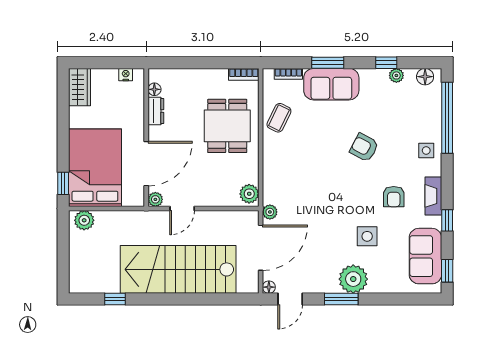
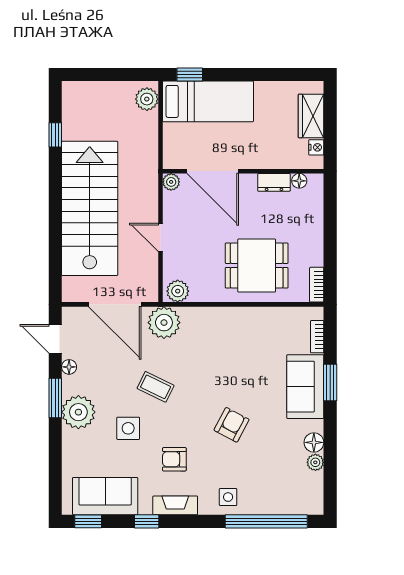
window: (386, 63) -> (330, 451), removed
floor lamp: (425, 77) -> (314, 442), moved
wardrobe: (80, 87) -> (311, 116), moved, turned 90
coffee table: (279, 118) -> (156, 387), moved
bed: (95, 168) -> (208, 101), width x0.67
door: (182, 209) -> (160, 237), moved
plant: (270, 212) -> (164, 323), width x1.87, depth x1.87
floor lamp: (269, 287) -> (69, 367), moved

